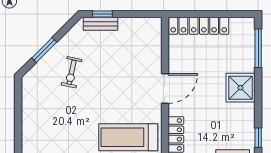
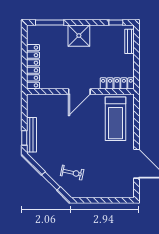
bench: (100, 24) -> (31, 135), width x1.36
exercise bike: (72, 72) -> (72, 173), moved
door: (165, 88) -> (79, 92), swing flipped

